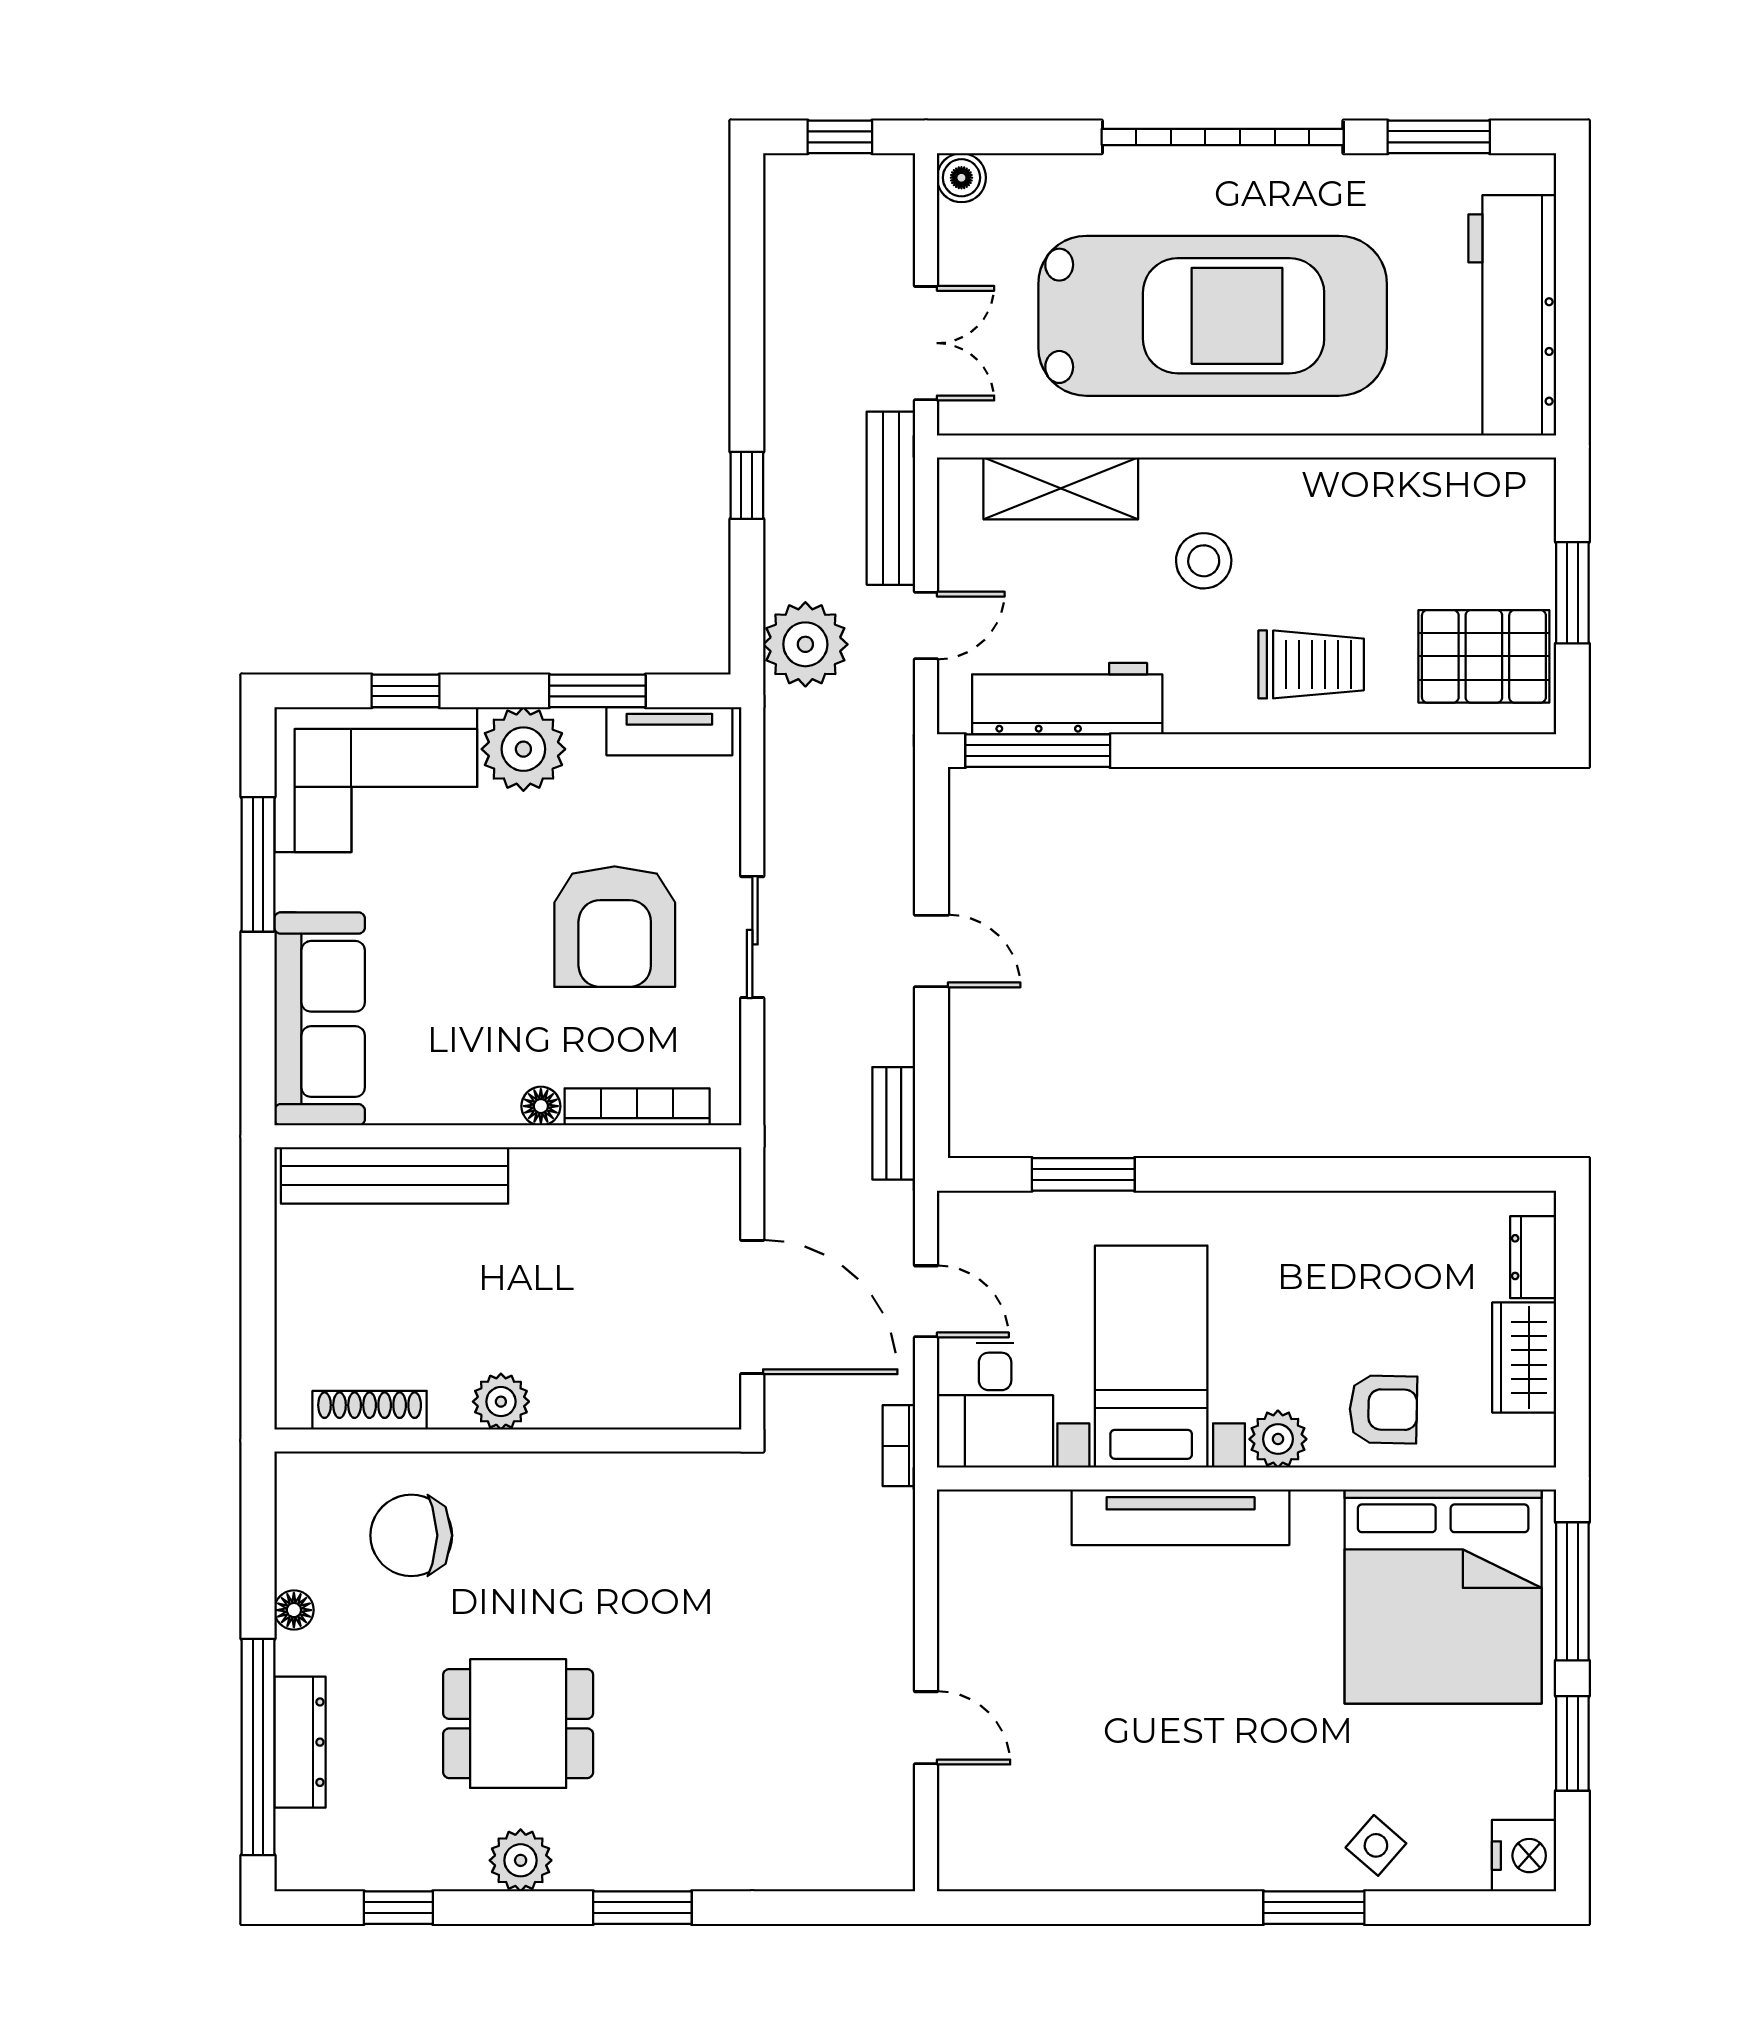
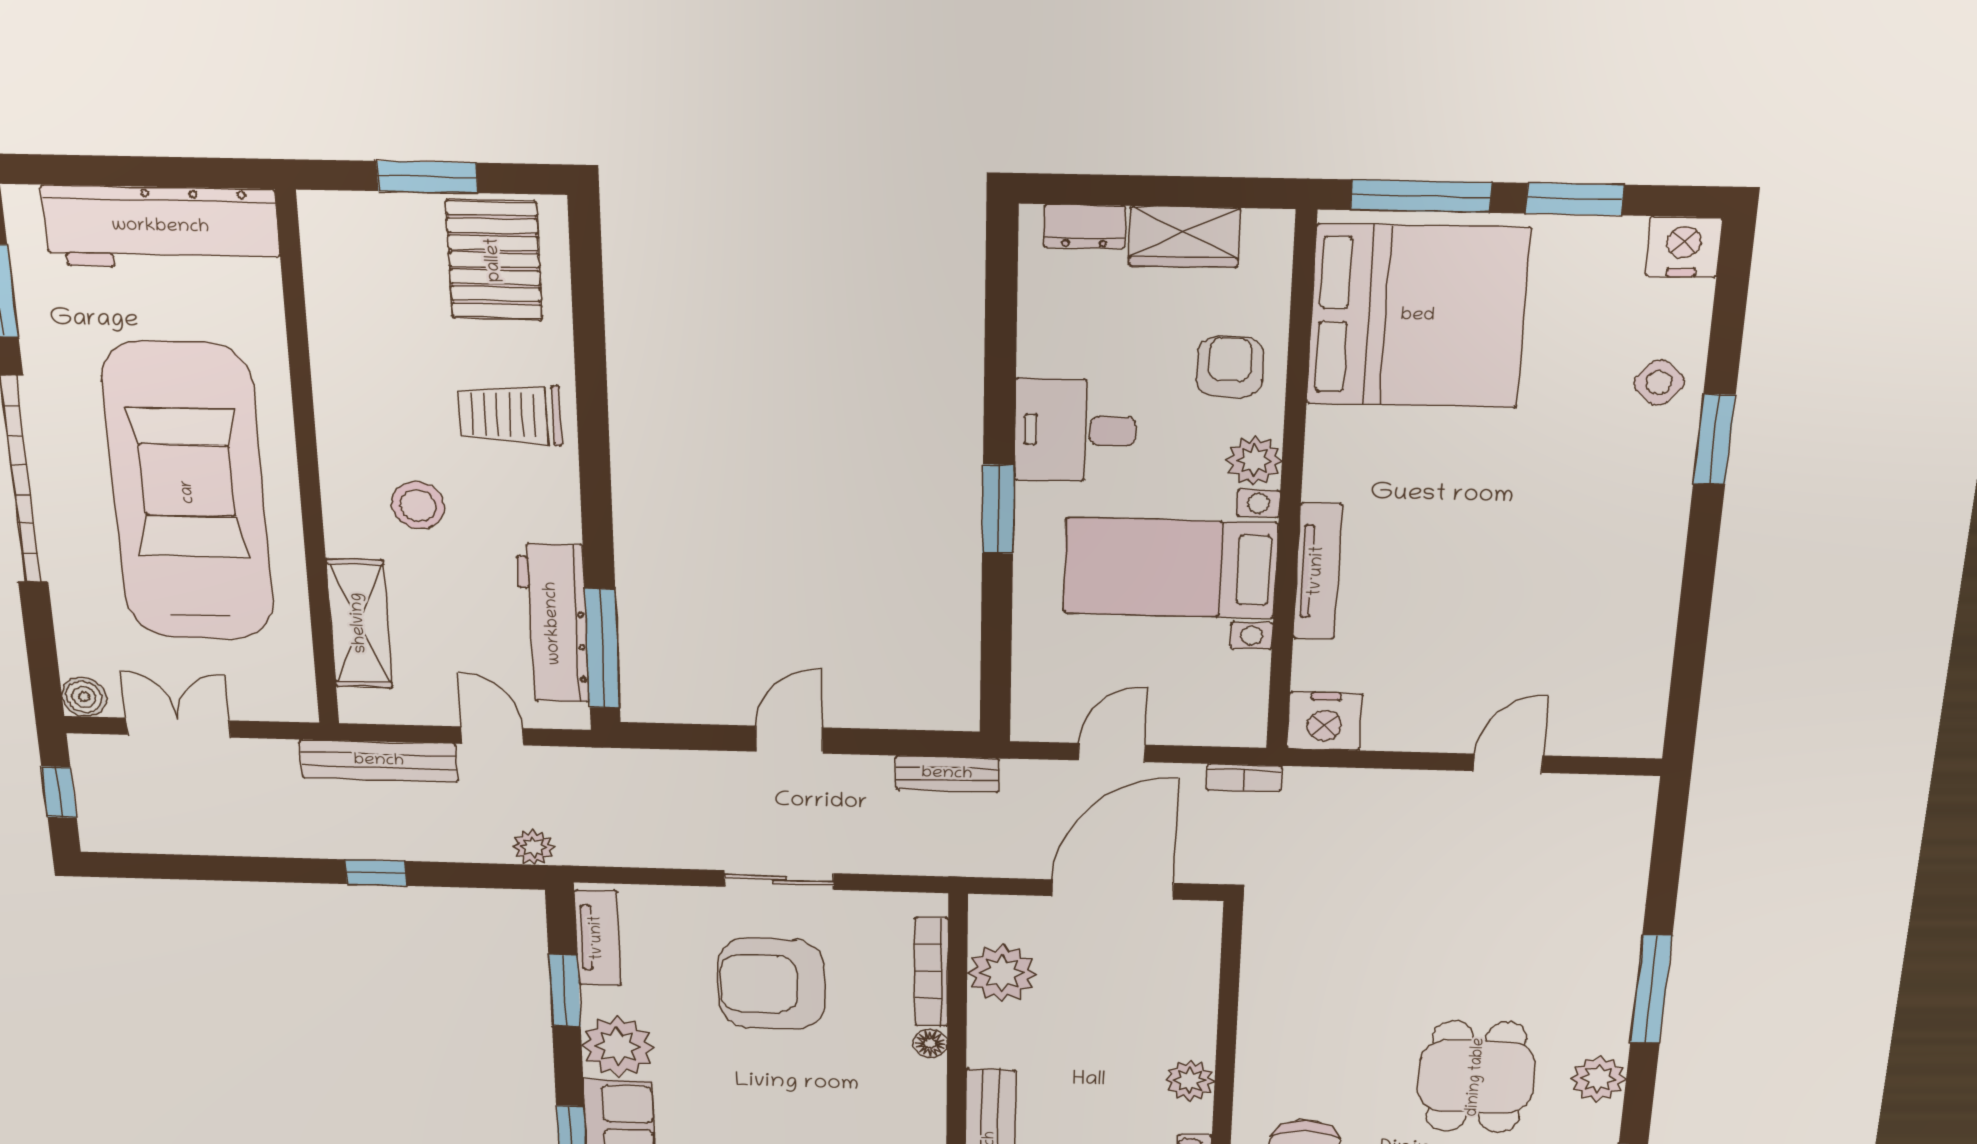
double door: (926, 343) -> (178, 728), moved
plant: (805, 644) -> (533, 847), width x0.53, depth x0.53
trolley: (1311, 664) -> (510, 415), turned -90
armchair: (615, 927) -> (772, 984), turned 180
window: (1083, 1174) -> (998, 509), moved
plant: (638, 1186) -> (1002, 973), added
desk: (995, 1405) -> (1075, 430), moved, turned 180
tv unit: (1181, 1517) -> (1317, 571), width x0.73, depth x0.78
nightstand: (972, 1528) -> (1325, 721), added
window: (642, 1908) -> (1651, 989), width x1.44

